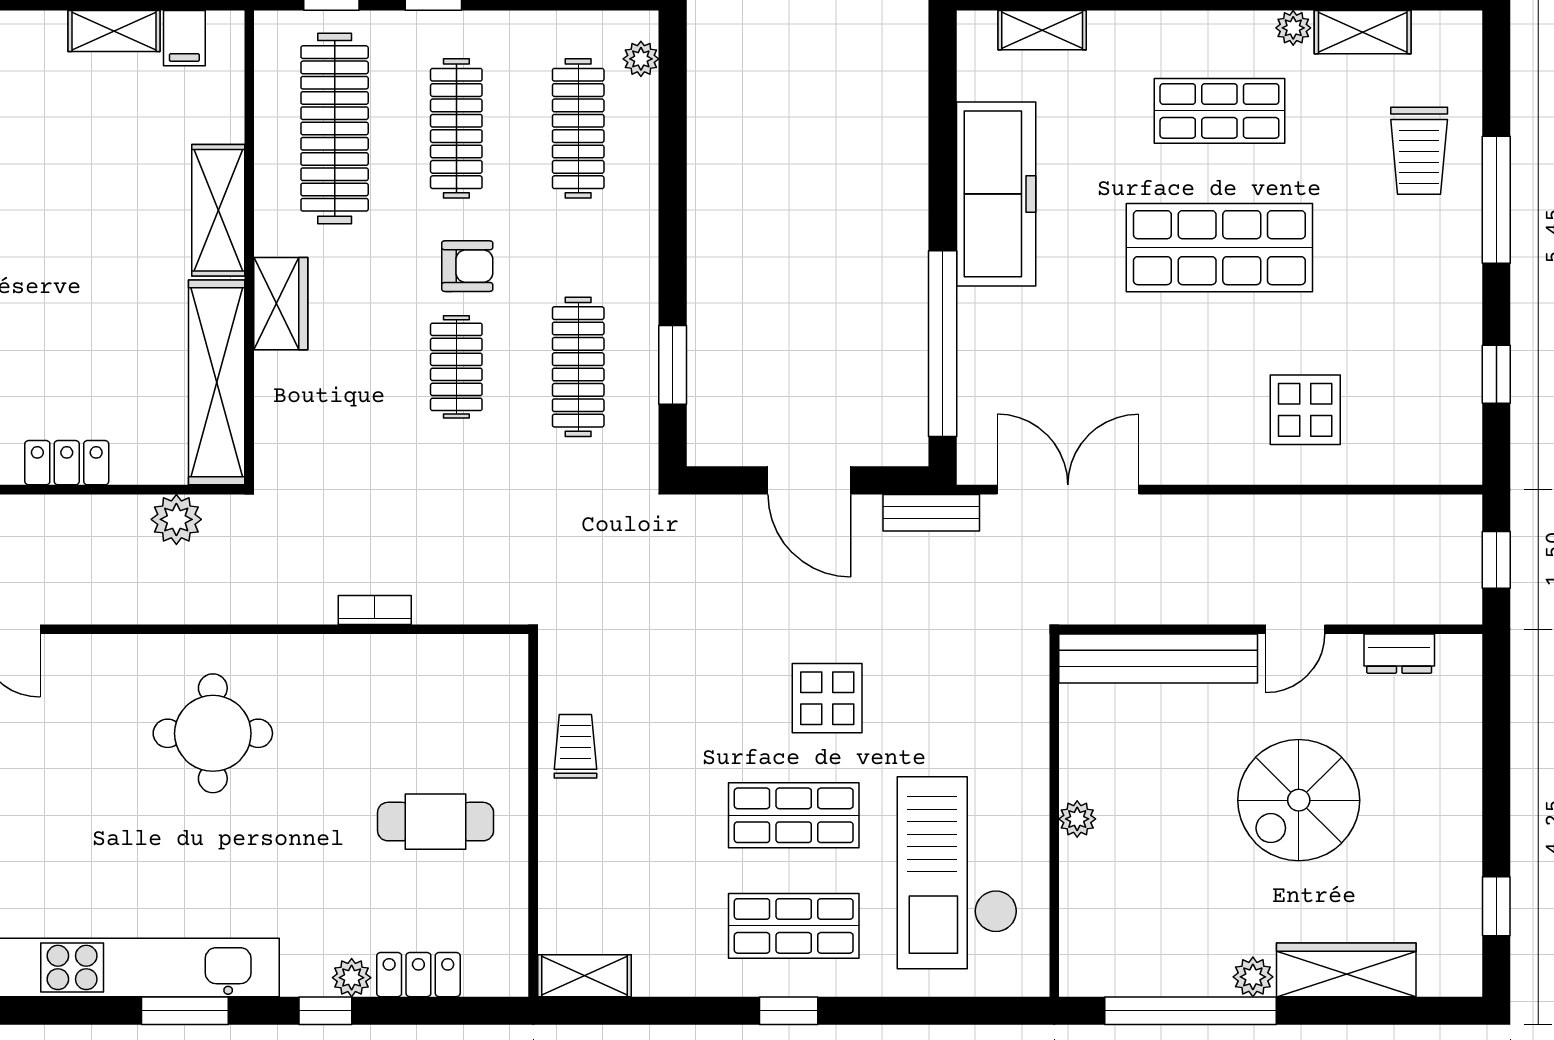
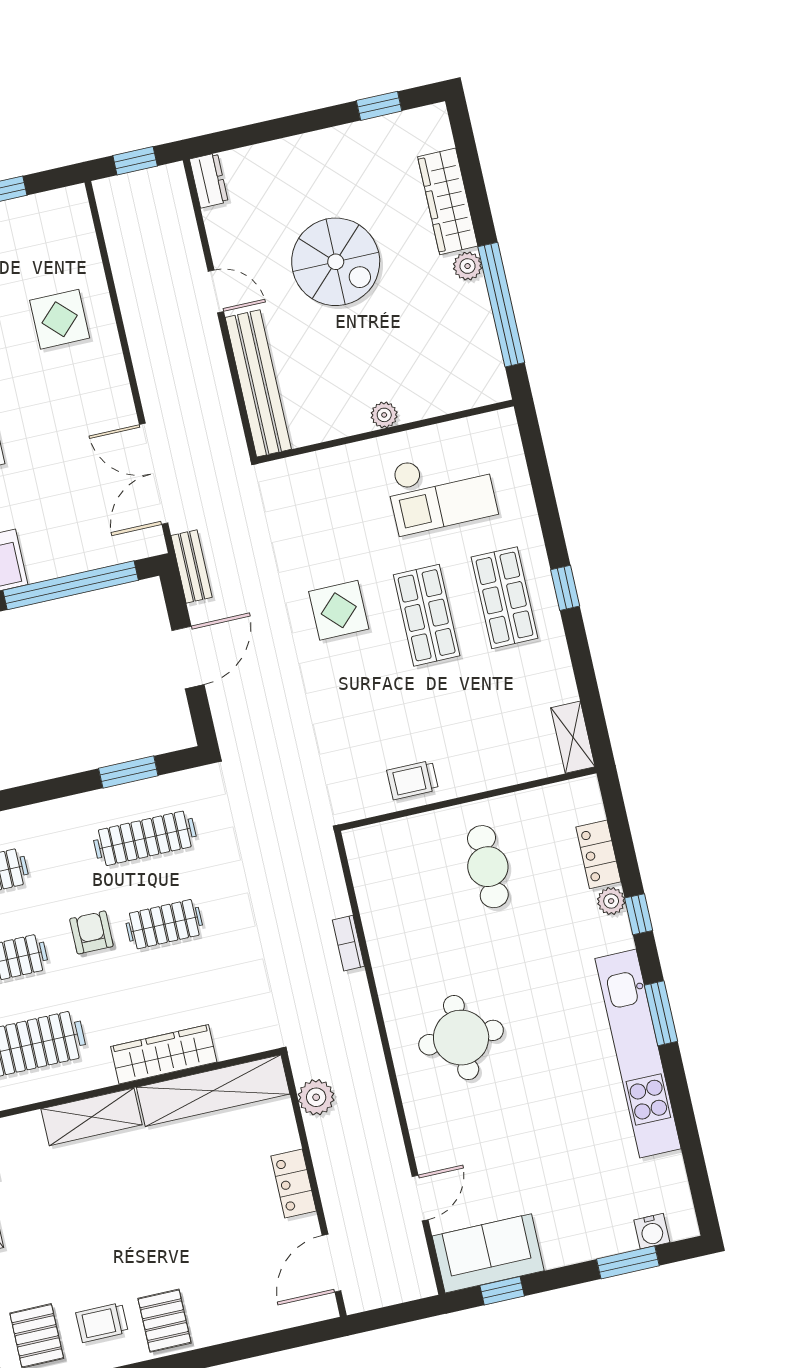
wardrobe: (281, 304) -> (164, 1054), width x1.50
dresser: (1399, 654) -> (209, 180), moved
checkout: (957, 873) -> (441, 491), width x0.73, depth x0.83

